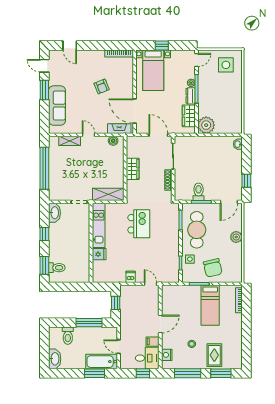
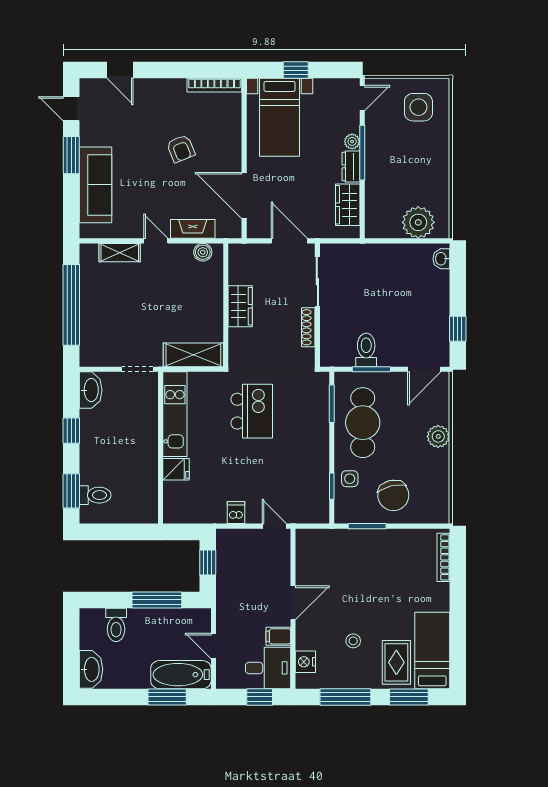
plant: (206, 125) -> (418, 222), moved
fireplace: (119, 129) -> (193, 229), moved
bed: (210, 305) -> (432, 650), moved, turned 180

